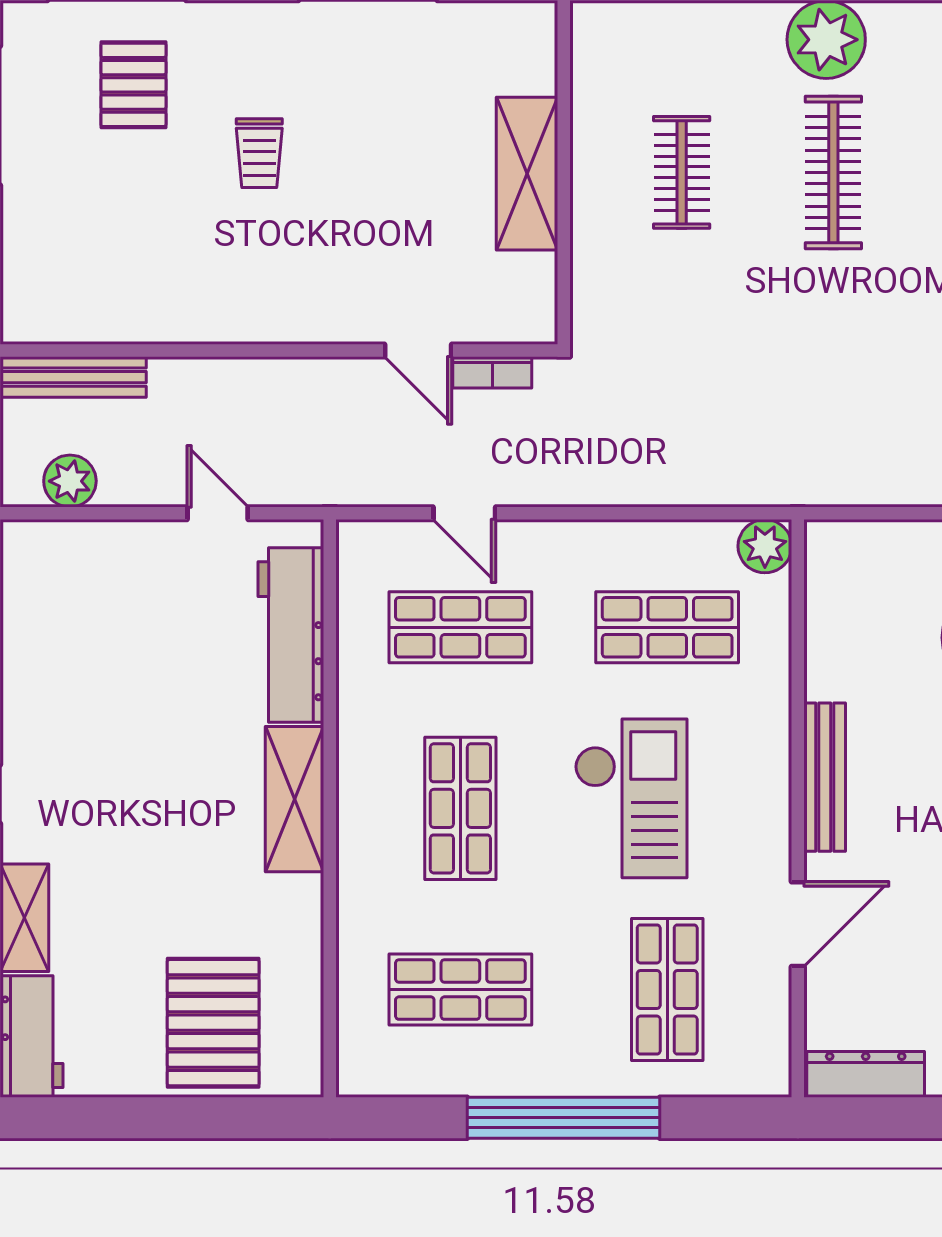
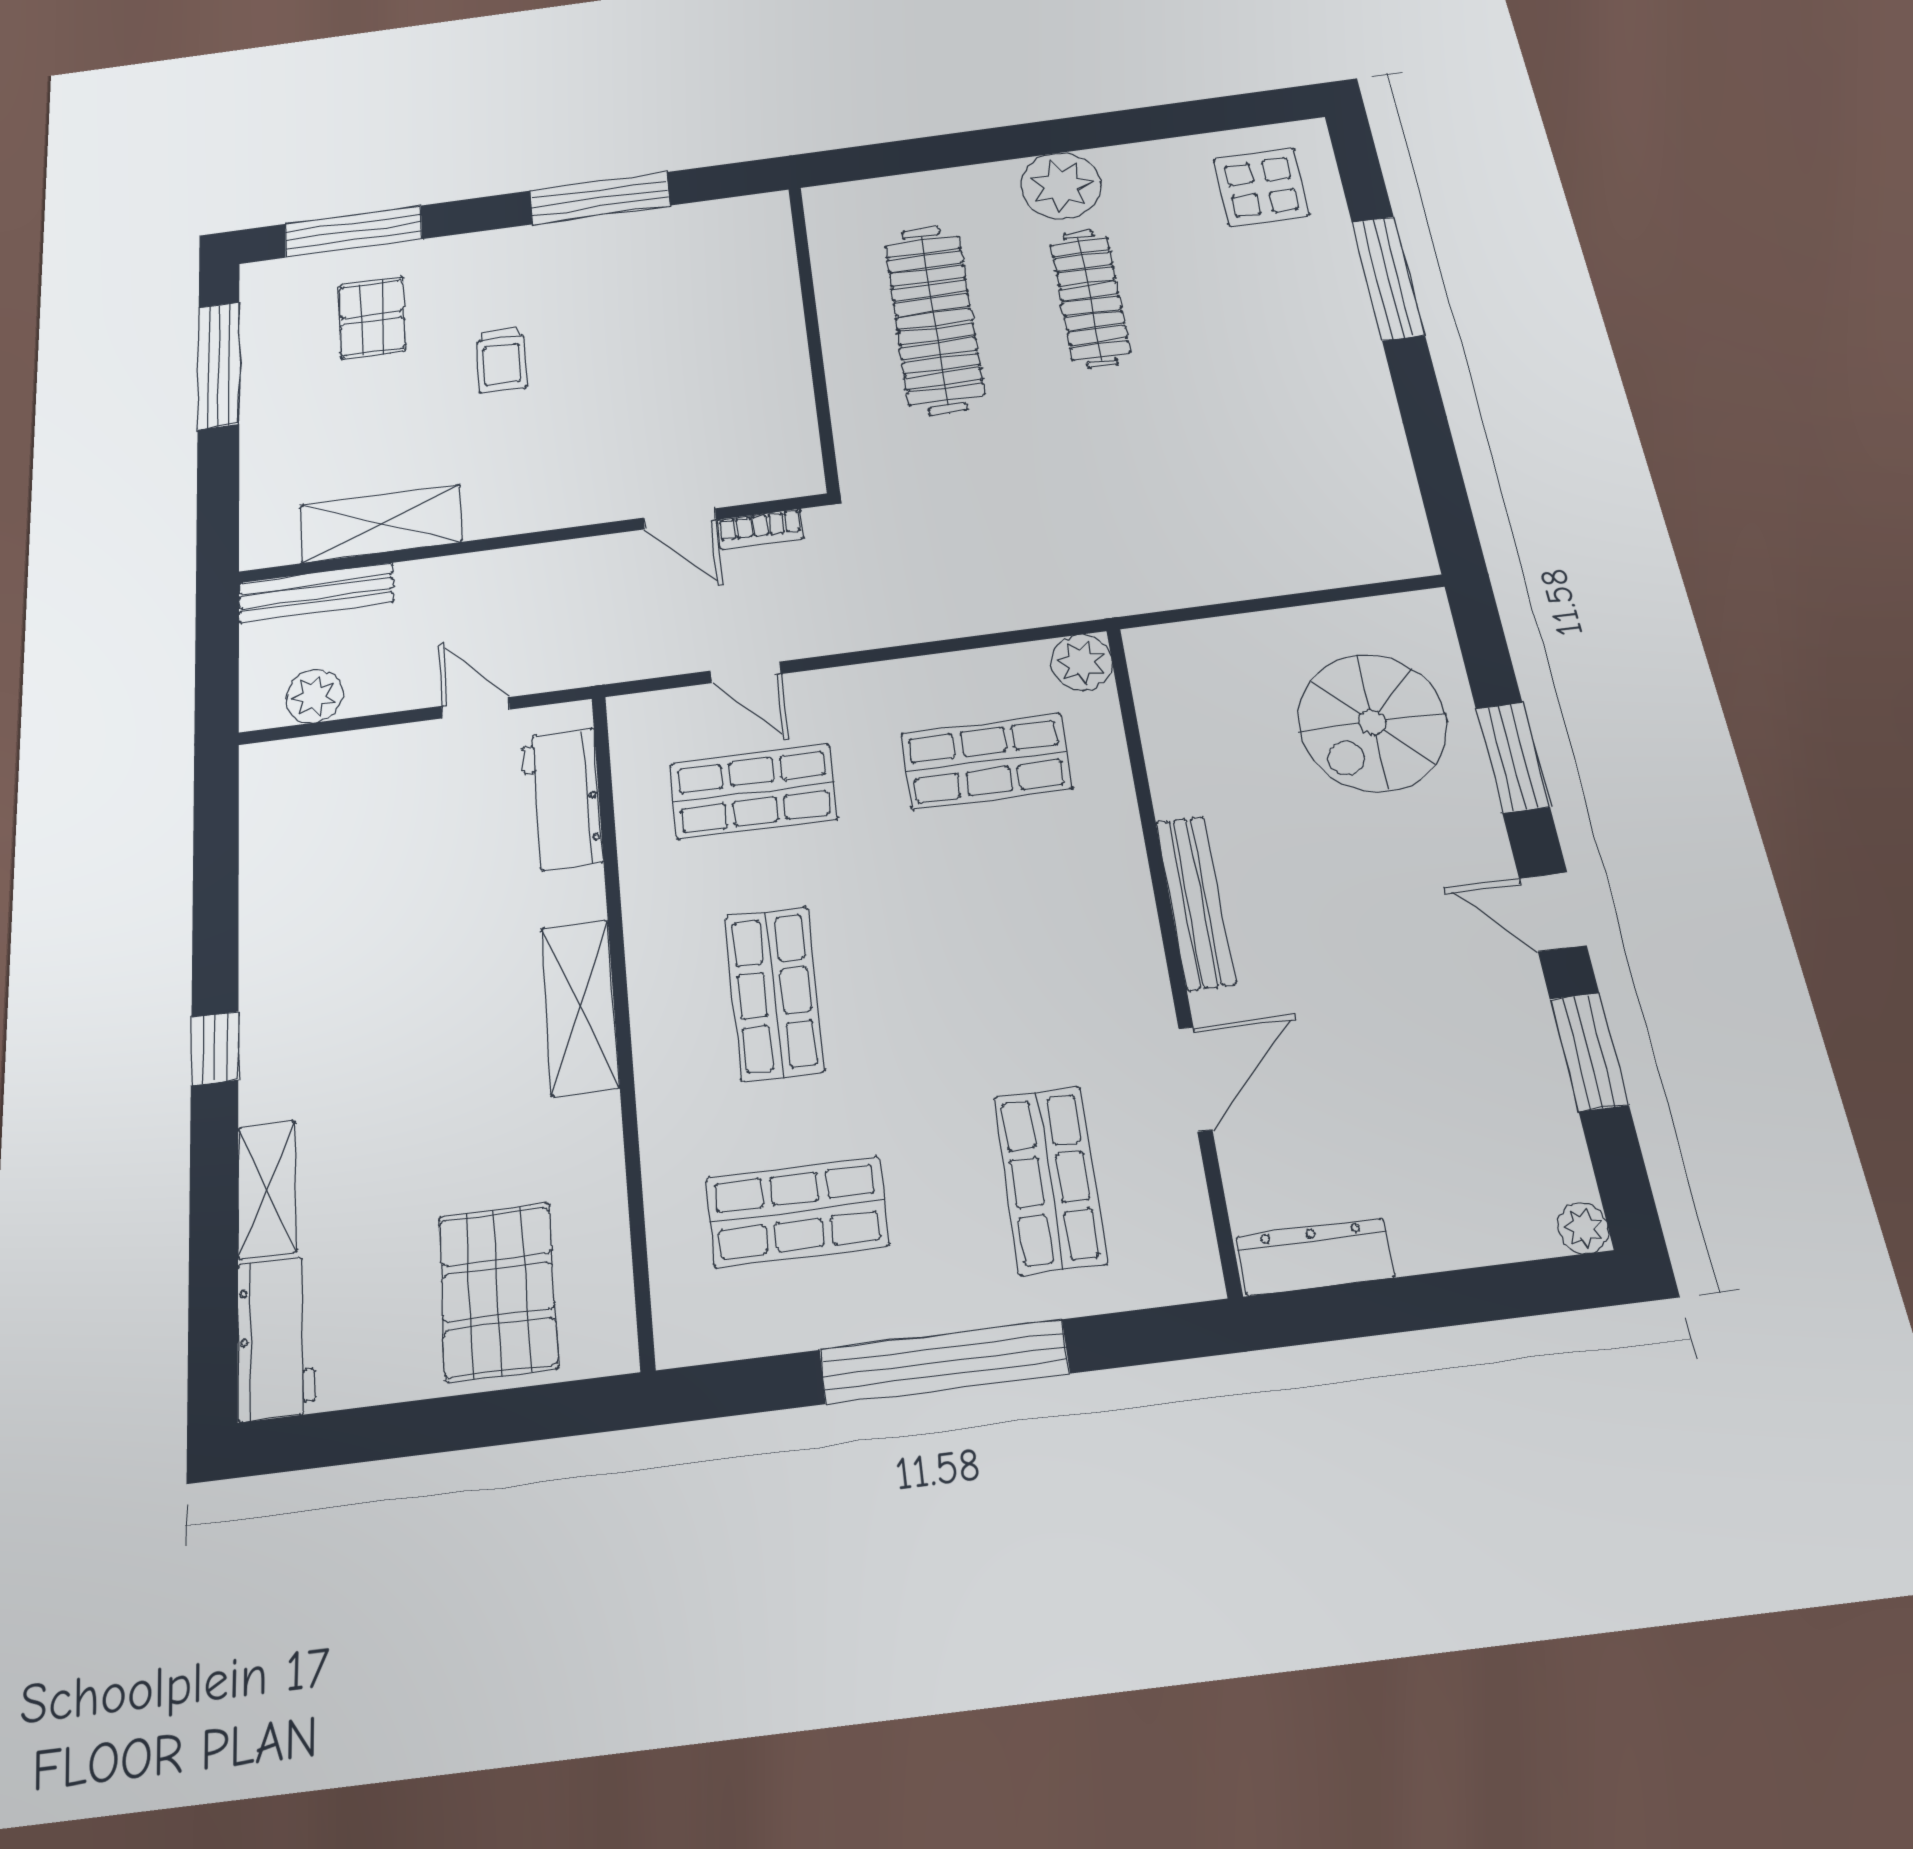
clothes rail: (682, 172) -> (934, 319), width x1.86, depth x1.31
shelving: (527, 174) -> (381, 523), moved, turned 90
workbench: (291, 635) -> (562, 799), width x0.73
checkout: (631, 798) -> (973, 956), removed

